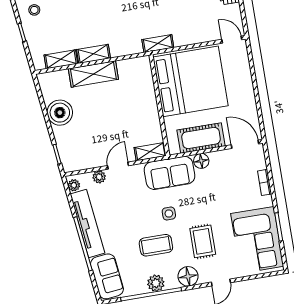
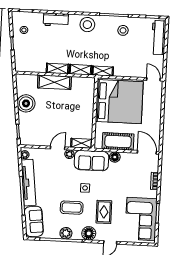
shelving: (61, 59) -> (81, 70), moved
plant: (99, 177) -> (69, 154), moved

